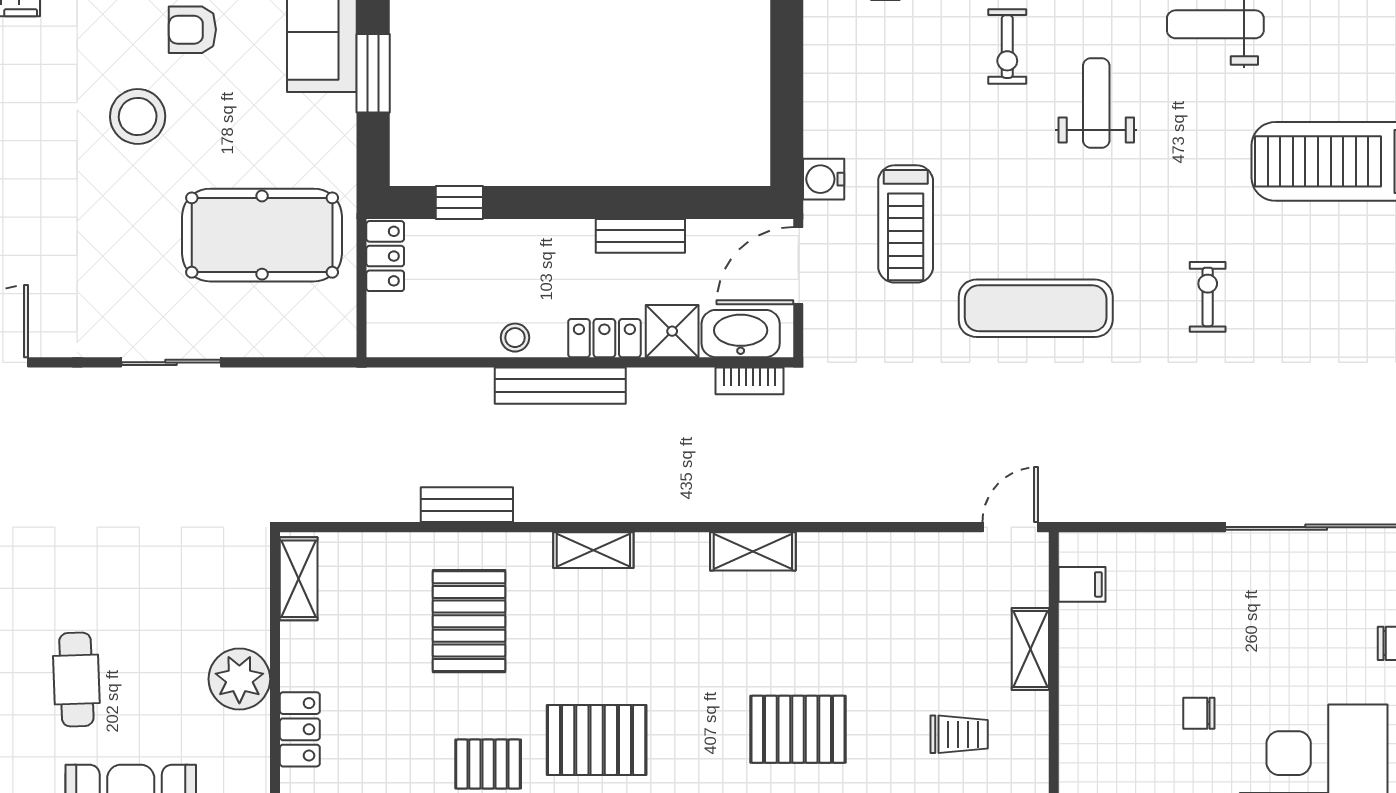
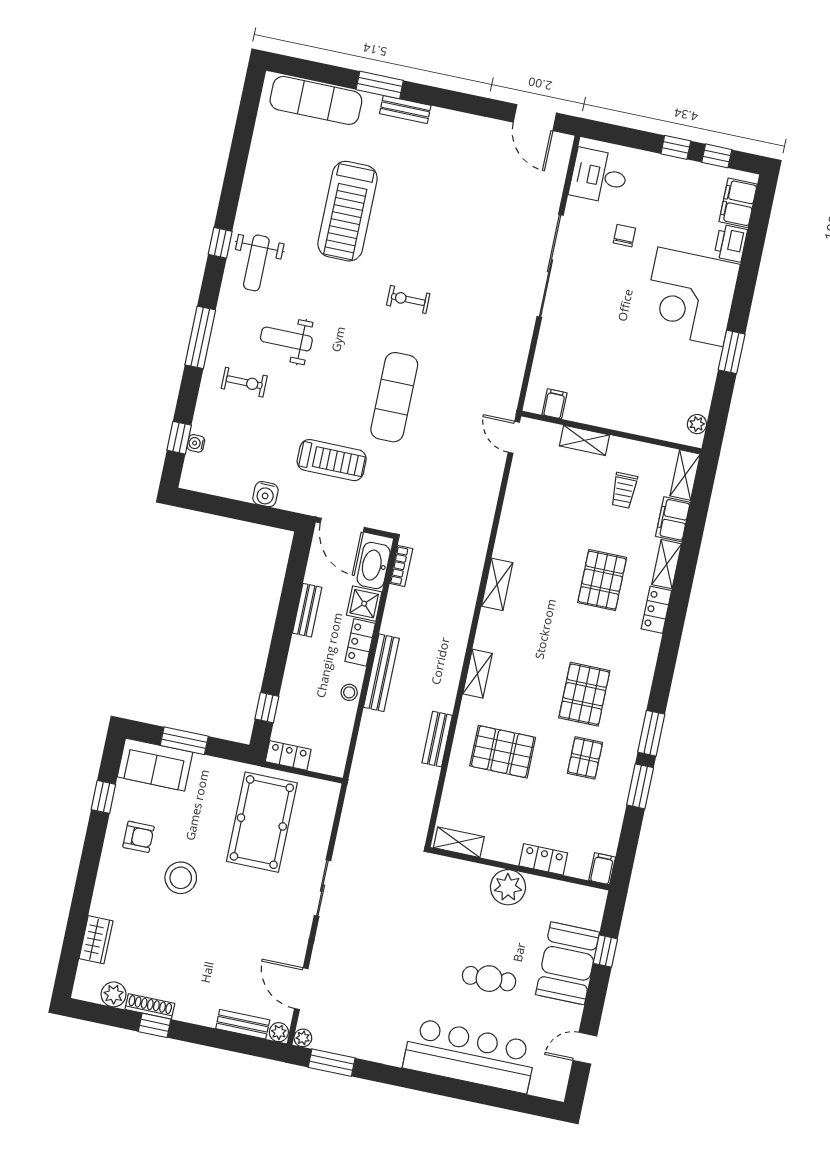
armchair: (192, 30) -> (139, 837), turned -90
water cooler: (824, 179) -> (265, 494), moved
chair: (1199, 713) -> (640, 353), removed
trolley: (959, 734) -> (624, 490), turned 180

